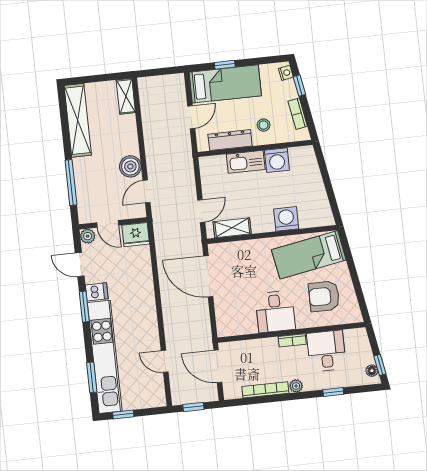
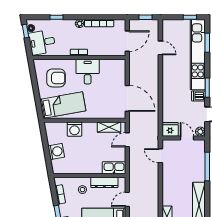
washing machine: (277, 160) -> (56, 151), moved, turned 80
kitchen sink: (246, 162) -> (114, 168), moved
boiler: (130, 166) -> (169, 173), removed
door: (146, 191) -> (160, 156), swing flipped
desk: (326, 351) -> (42, 42), moved, turned 80
door: (218, 366) -> (127, 41), hinge flipped

